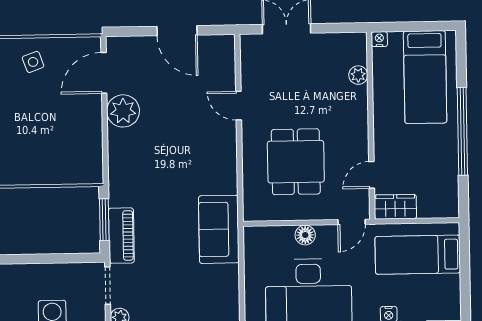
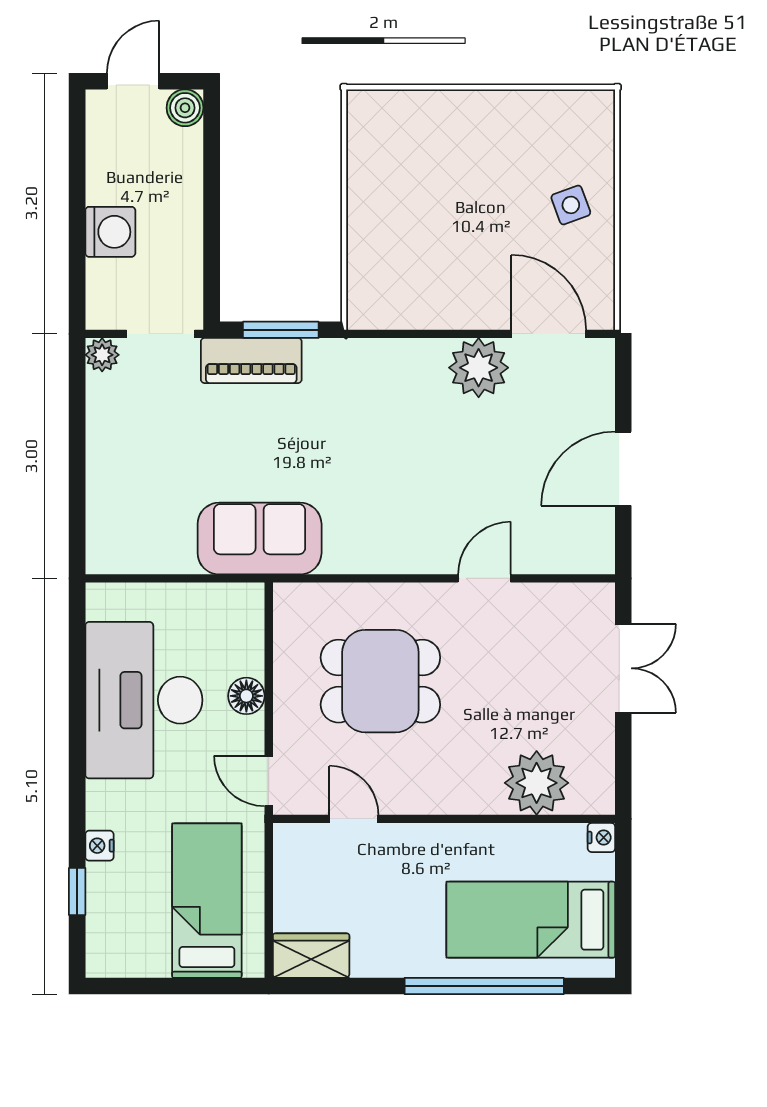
plant: (358, 75) -> (537, 783), width x1.87, depth x1.87
window: (462, 131) -> (484, 986), moved
wardrobe: (395, 207) -> (311, 956), moved, turned -90

